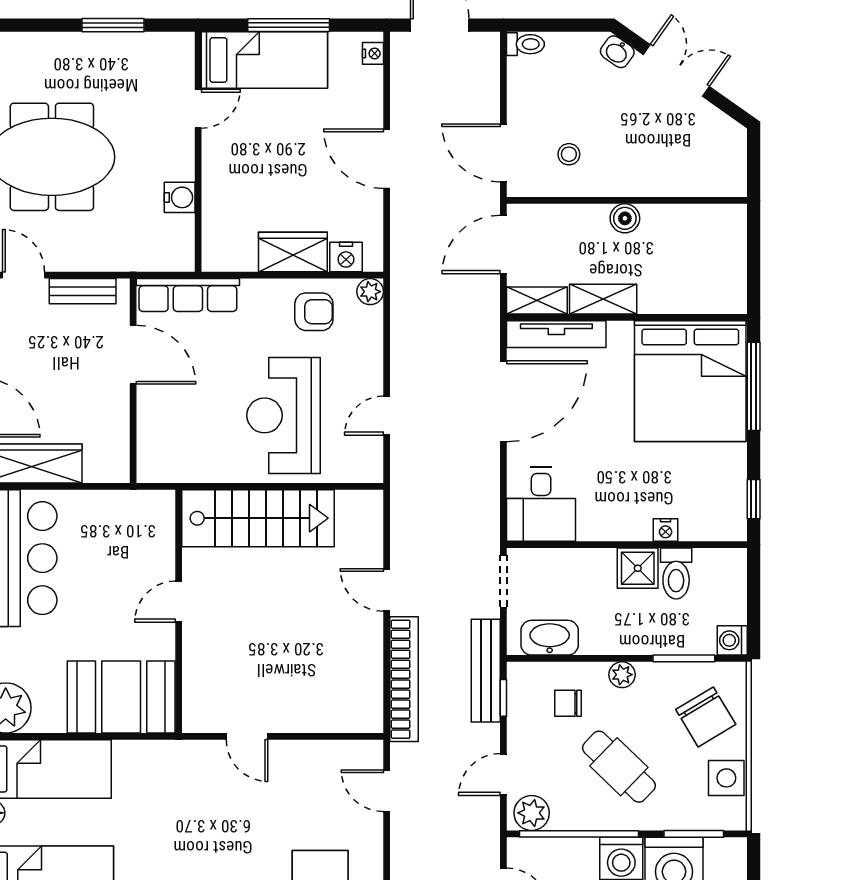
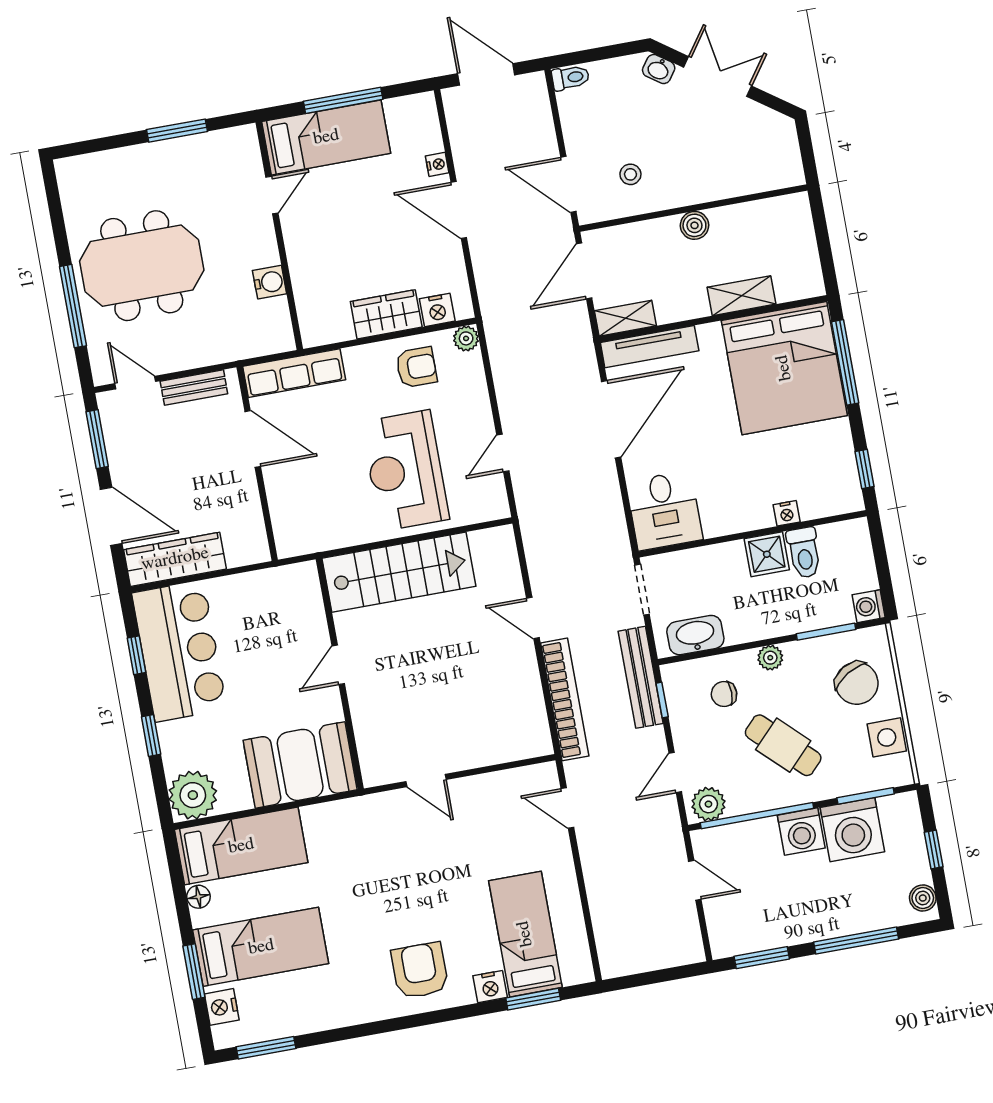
nightstand: (373, 53) -> (437, 164), moved
shelving: (603, 299) -> (742, 296), moved

